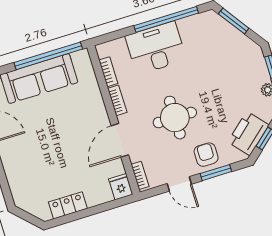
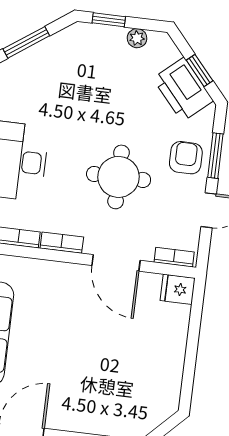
armchair: (206, 155) -> (186, 158), turned 90
locker: (68, 205) -> (171, 370), removed

